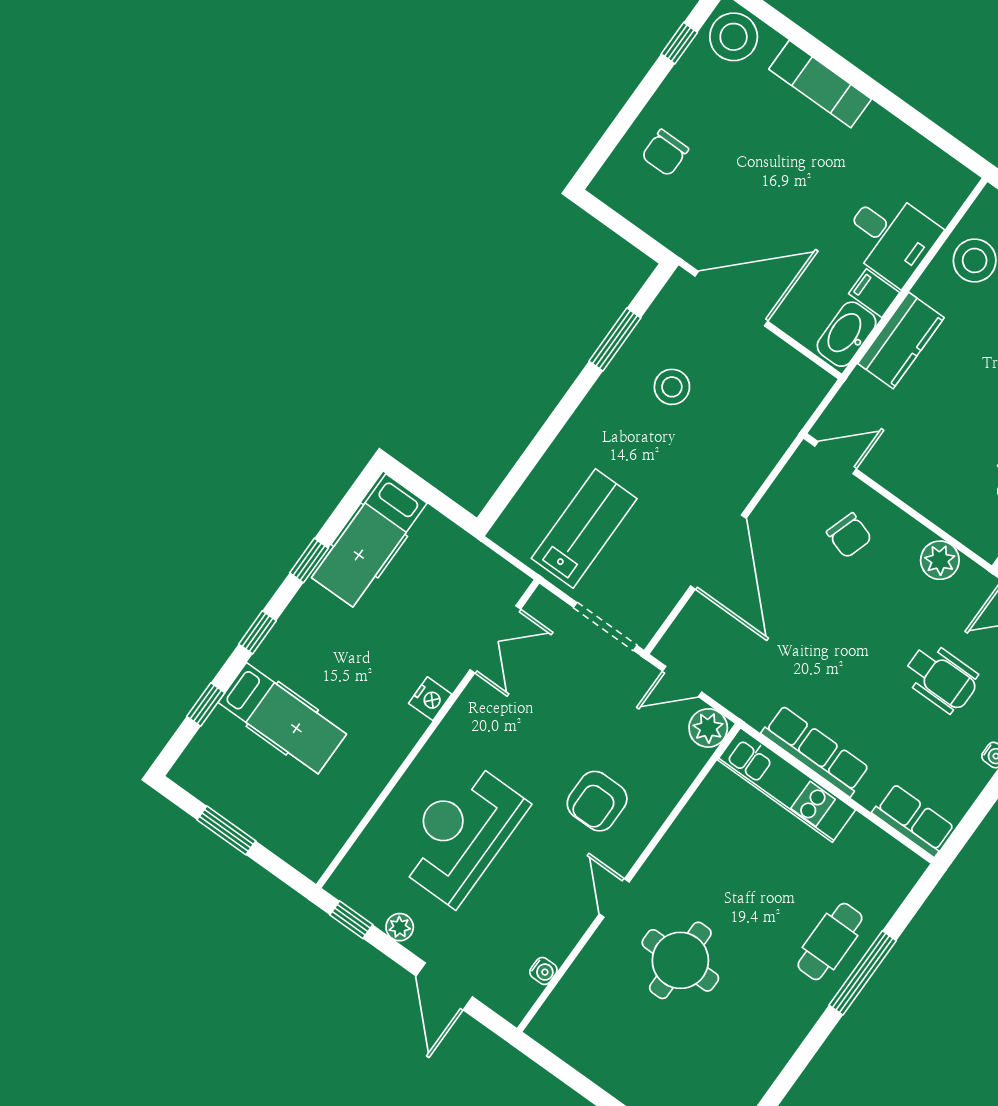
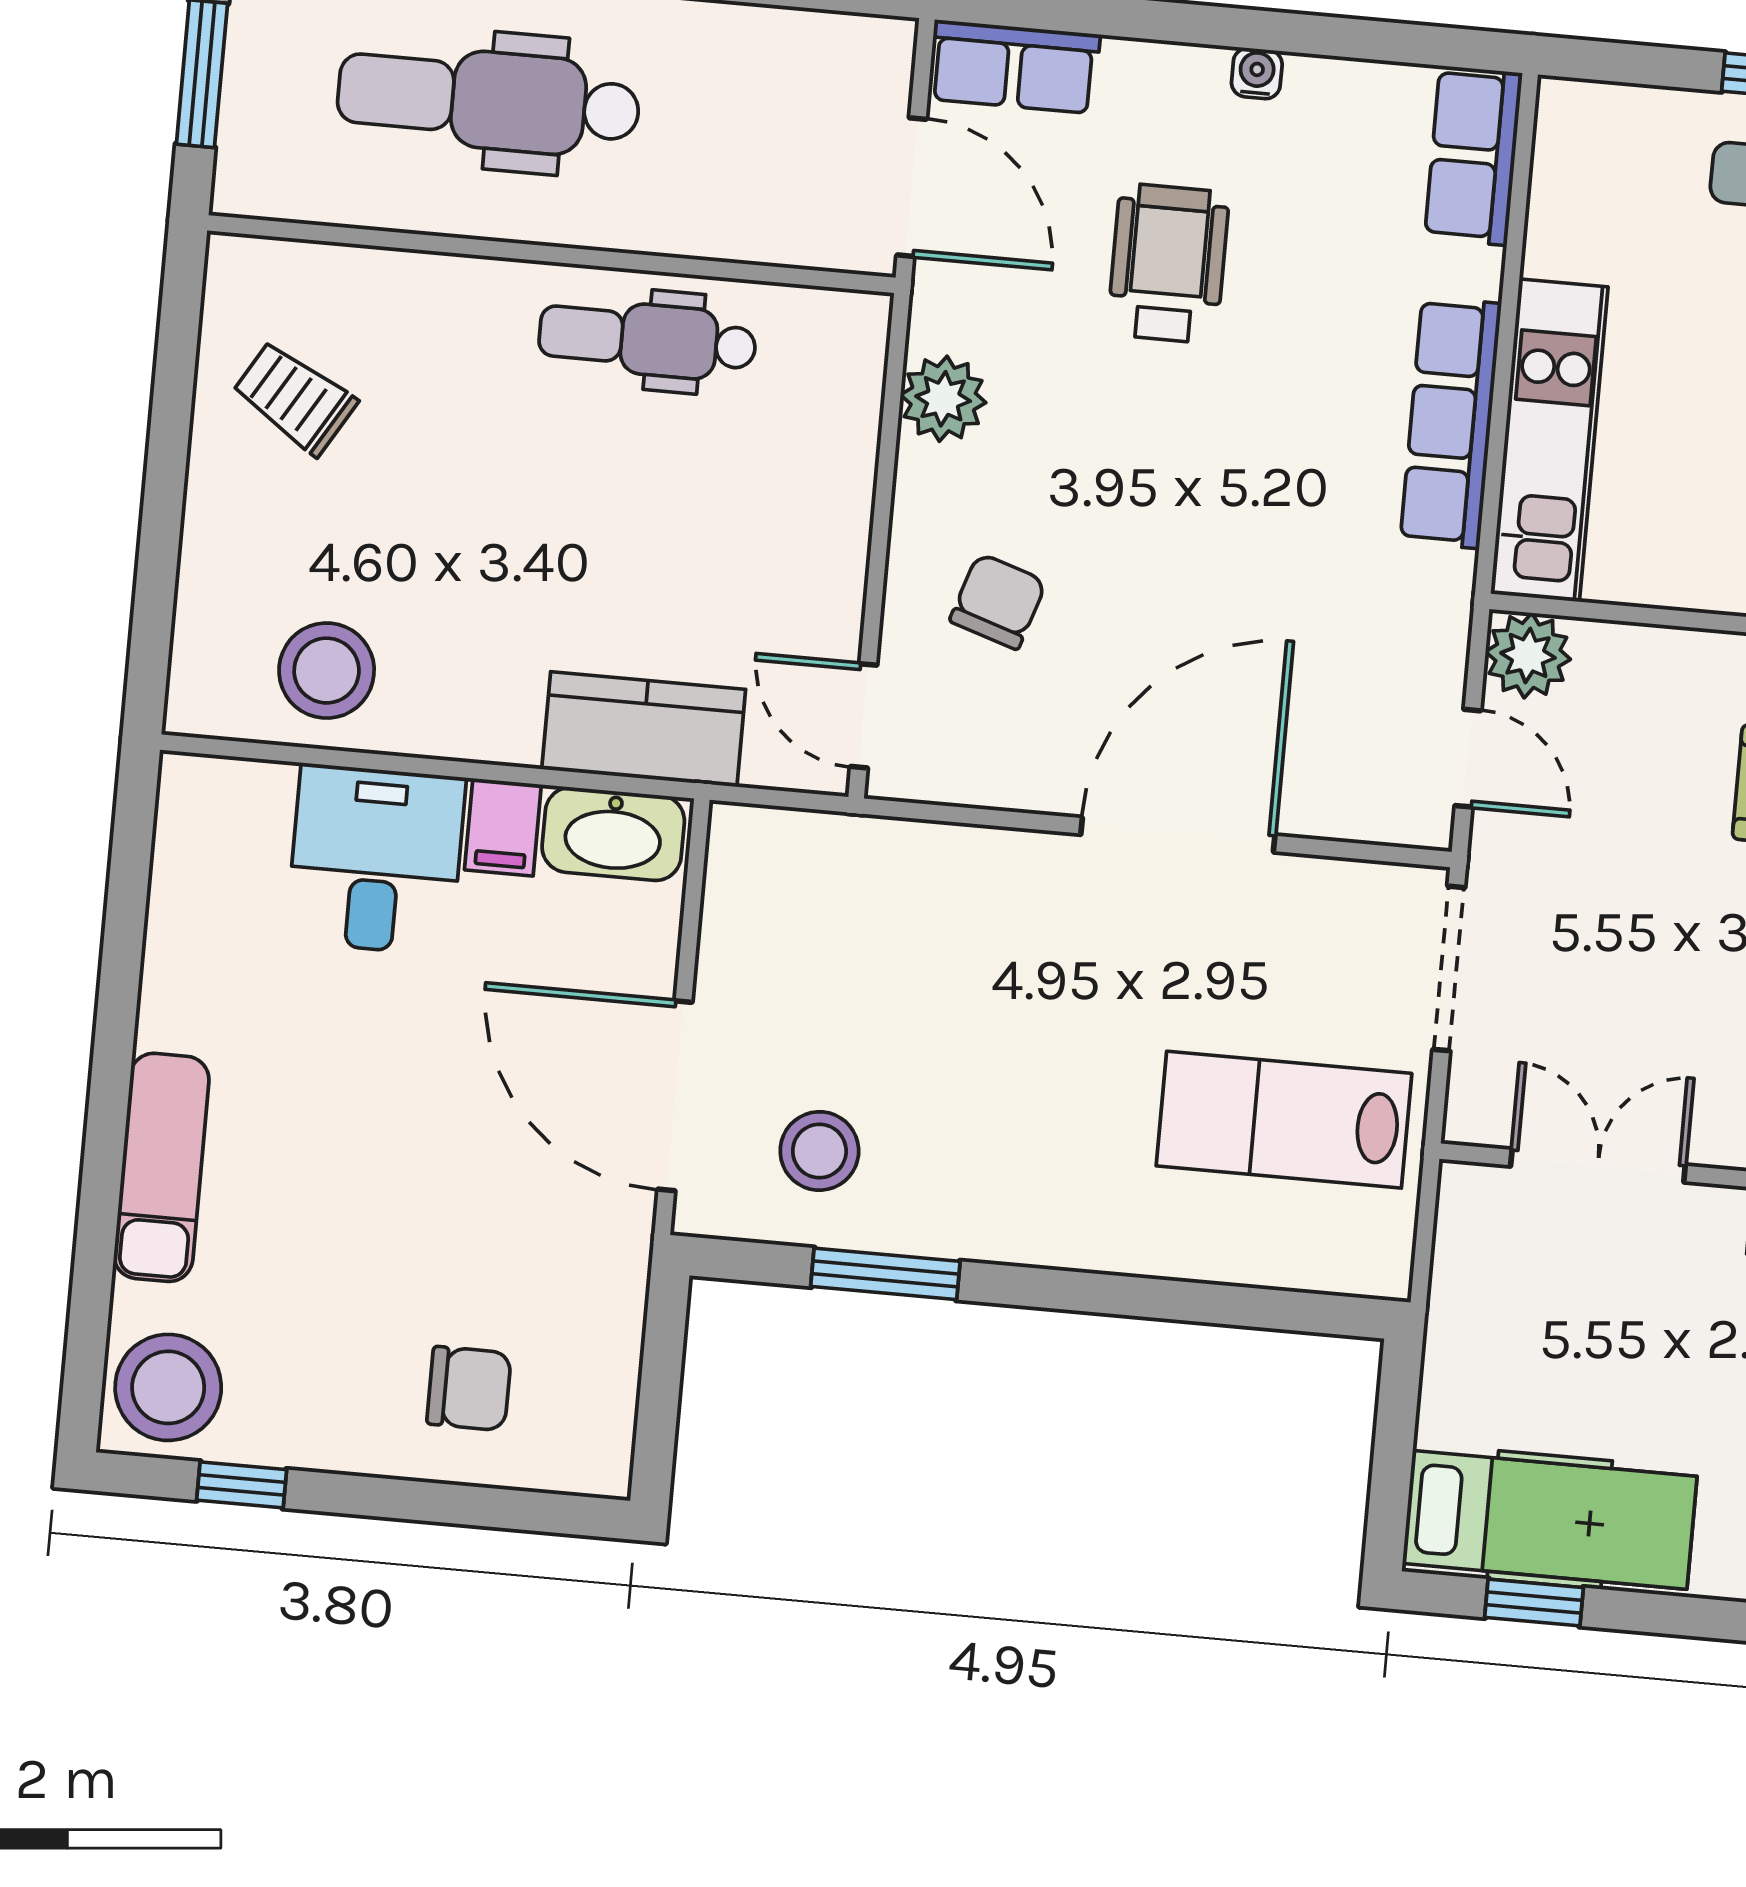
kitchen counter: (901, 341) -> (644, 729), moved
stool: (672, 387) -> (819, 1151), moved
window: (309, 560) -> (1534, 1602), moved

